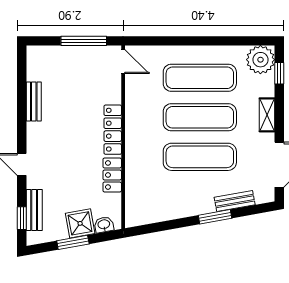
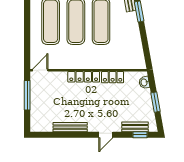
bench: (34, 101) -> (70, 127), width x1.36
shower: (80, 223) -> (143, 98), removed

